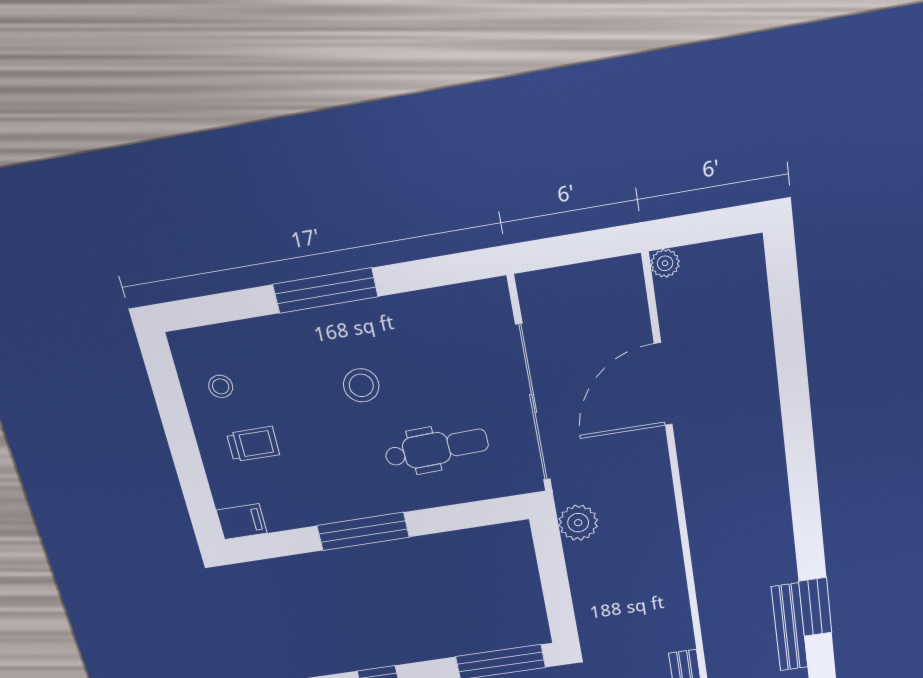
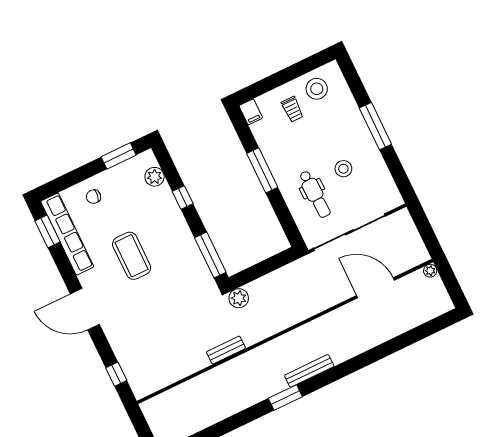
stool: (361, 385) -> (343, 169), moved
stool: (221, 386) -> (317, 89), width x1.89, depth x1.89
plant: (578, 523) -> (239, 298), moved
bench: (790, 627) -> (309, 371), moved

